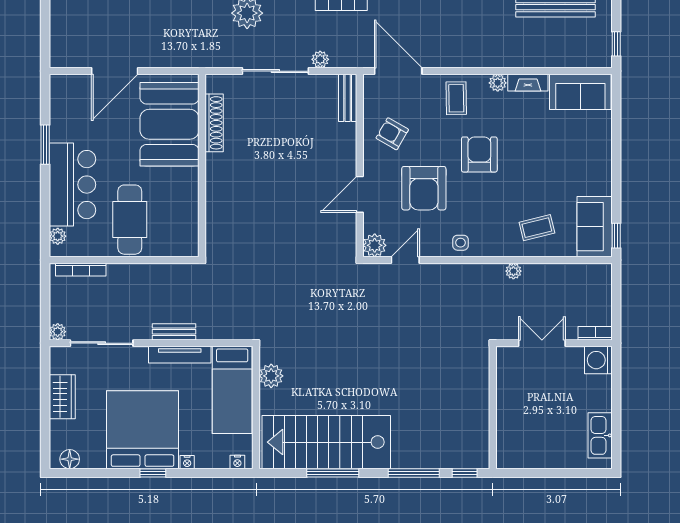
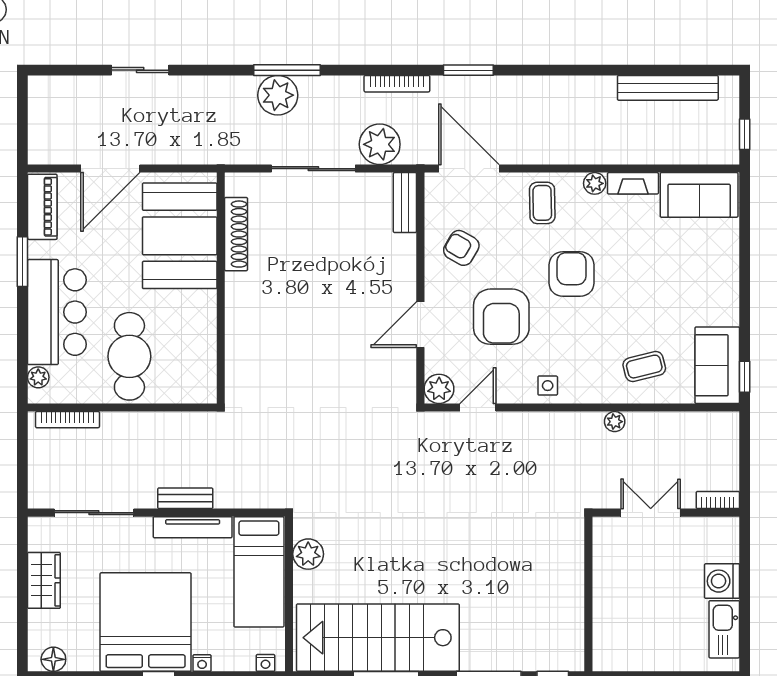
plant: (320, 59) -> (380, 144), width x1.88, depth x1.88
piano: (61, 101) -> (42, 207), added
plant: (58, 332) -> (38, 498), removed
washing machine: (598, 360) -> (722, 581), moved

